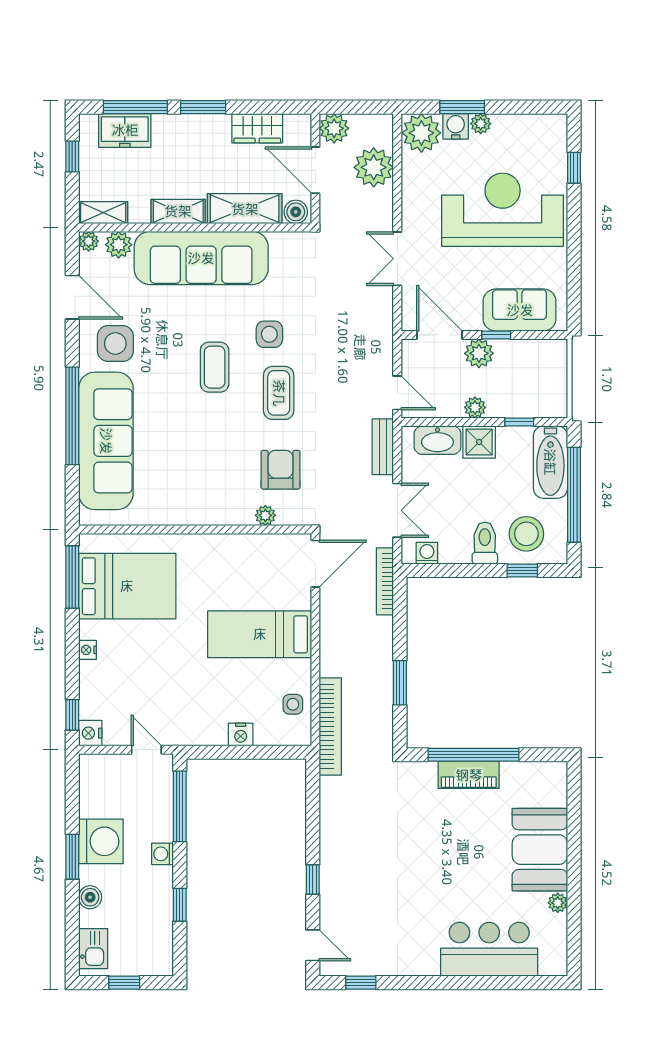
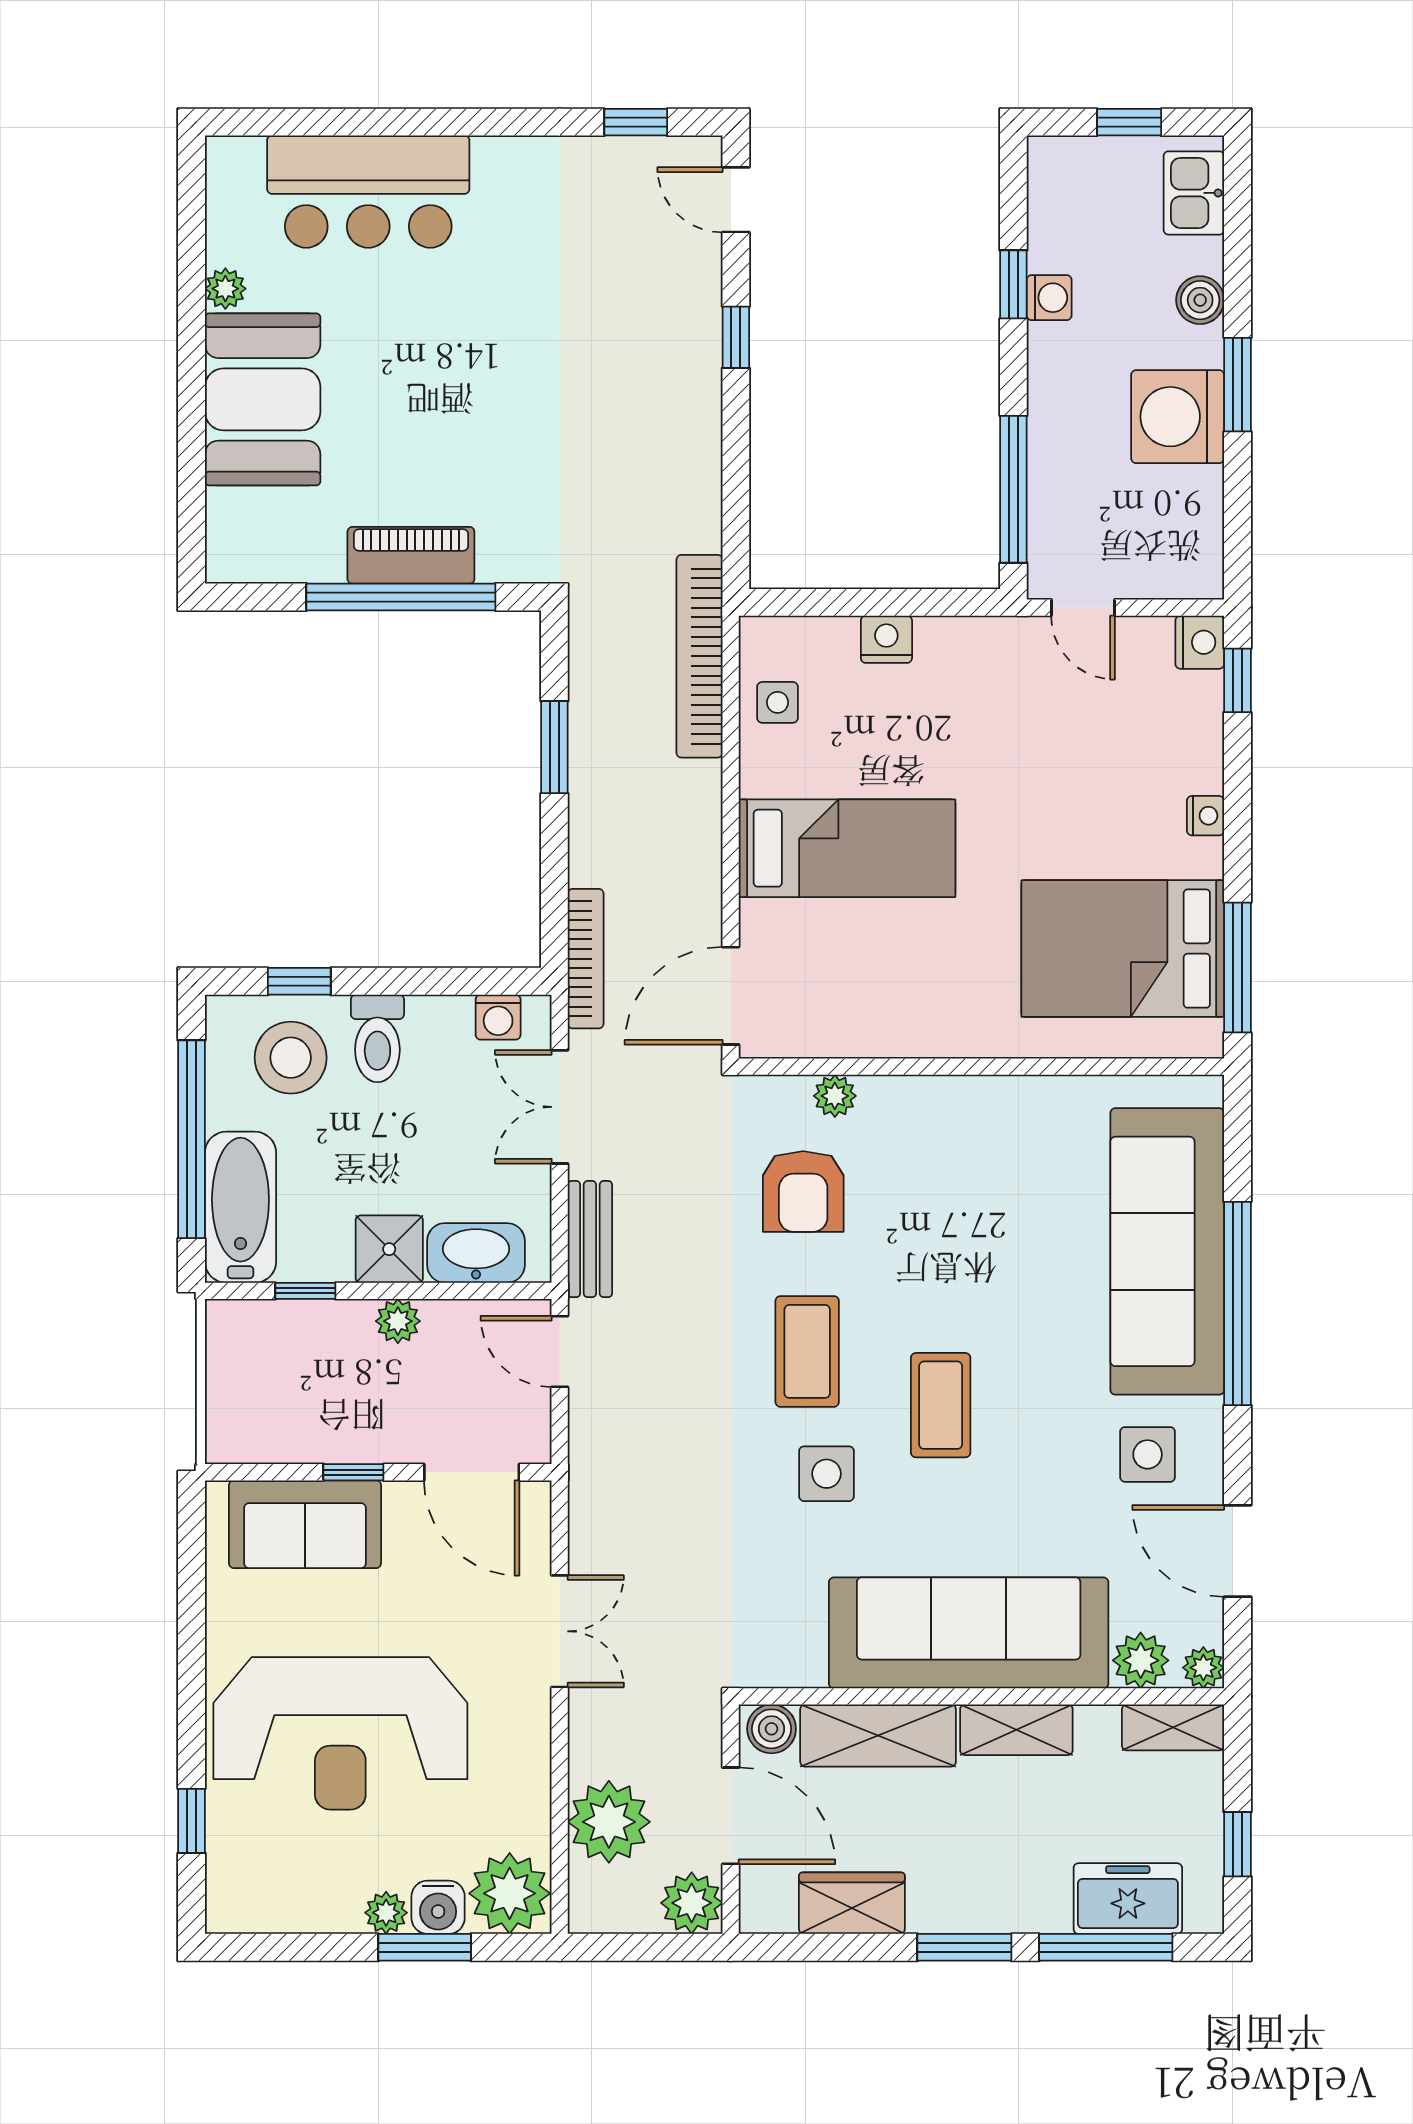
side table: (115, 344) -> (1148, 1454), width x0.73, depth x0.73
plant: (479, 353) -> (389, 1434), removed
washing machine: (163, 854) -> (1049, 298), moved

